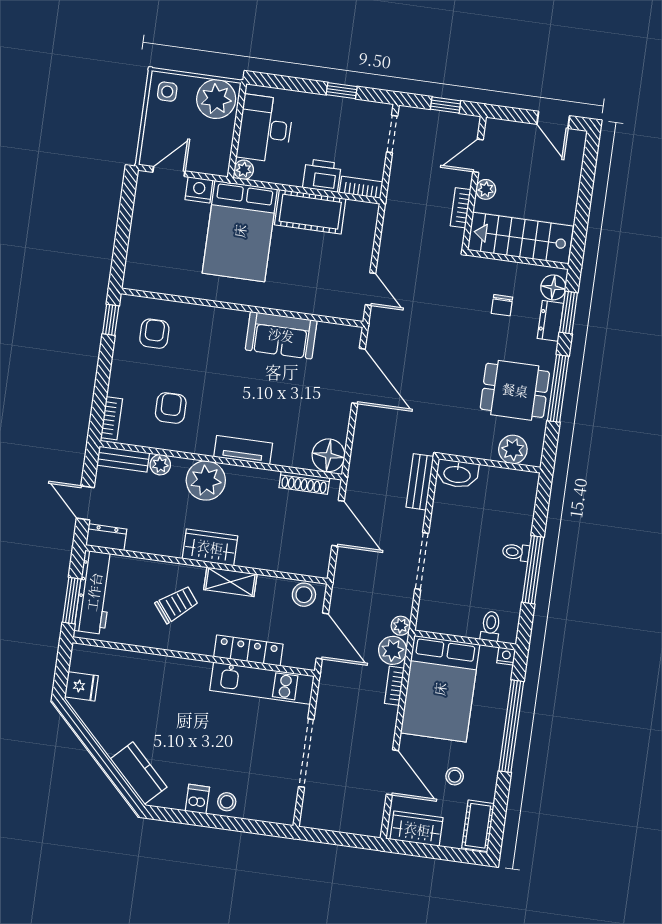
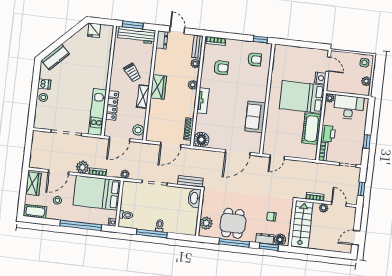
plant: (216, 99) -> (366, 81), width x0.53, depth x0.53
plant: (206, 481) -> (193, 85), width x0.53, depth x0.53
door: (85, 503) -> (177, 30), hinge flipped
plant: (393, 650) -> (82, 167), moved

